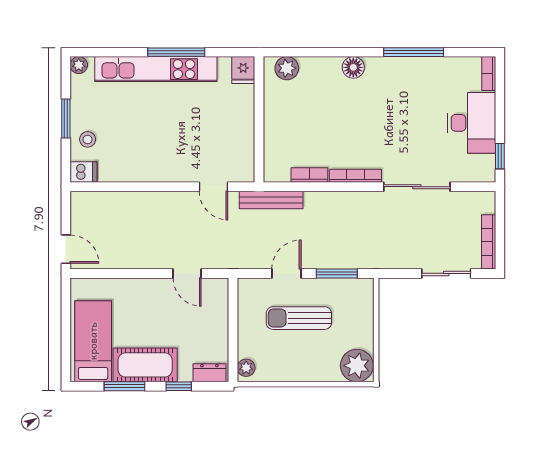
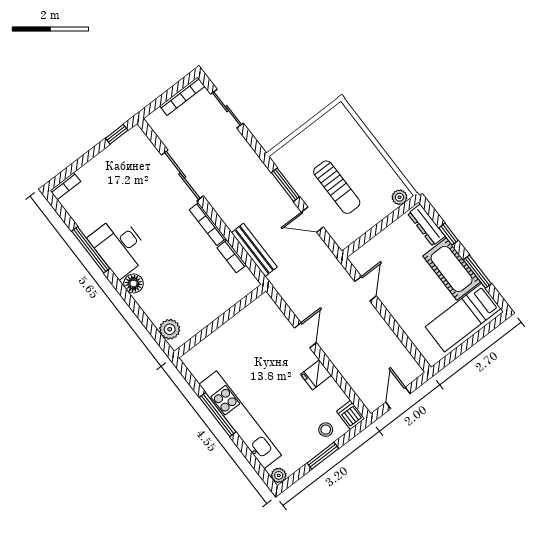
fridge: (243, 70) -> (316, 375), moved, turned 180
desk: (471, 123) -> (119, 246), moved, turned -90
door: (213, 187) -> (305, 335), moved
bench: (271, 200) -> (254, 250), moved
door: (66, 249) -> (398, 398), moved
plant: (357, 366) -> (339, 121), removed
dresser: (209, 373) -> (426, 225), width x1.44

